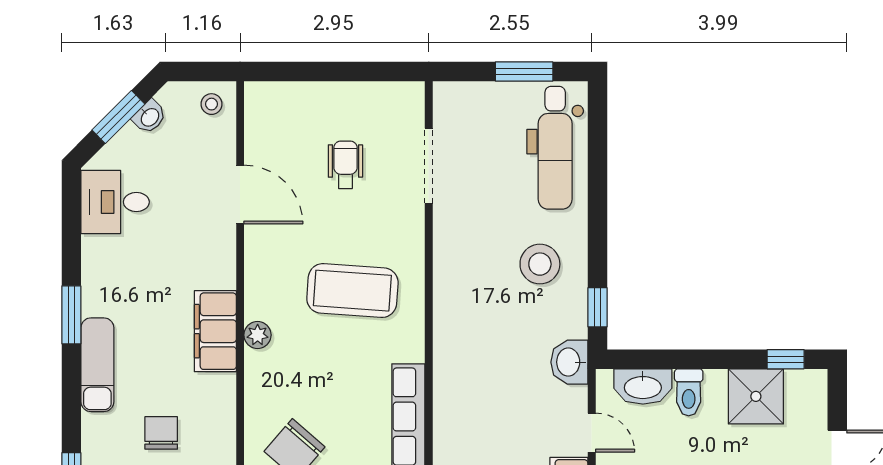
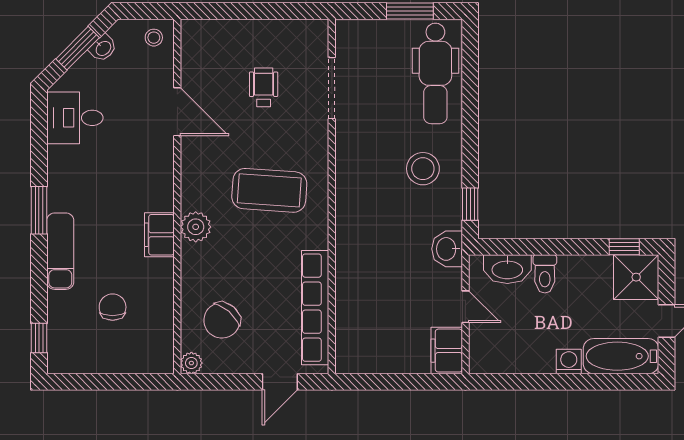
filing cabinet: (215, 331) -> (159, 235), width x0.67, depth x0.86
plant: (258, 335) -> (196, 227), width x1.38, depth x1.38
shower: (756, 396) -> (636, 277), moved

